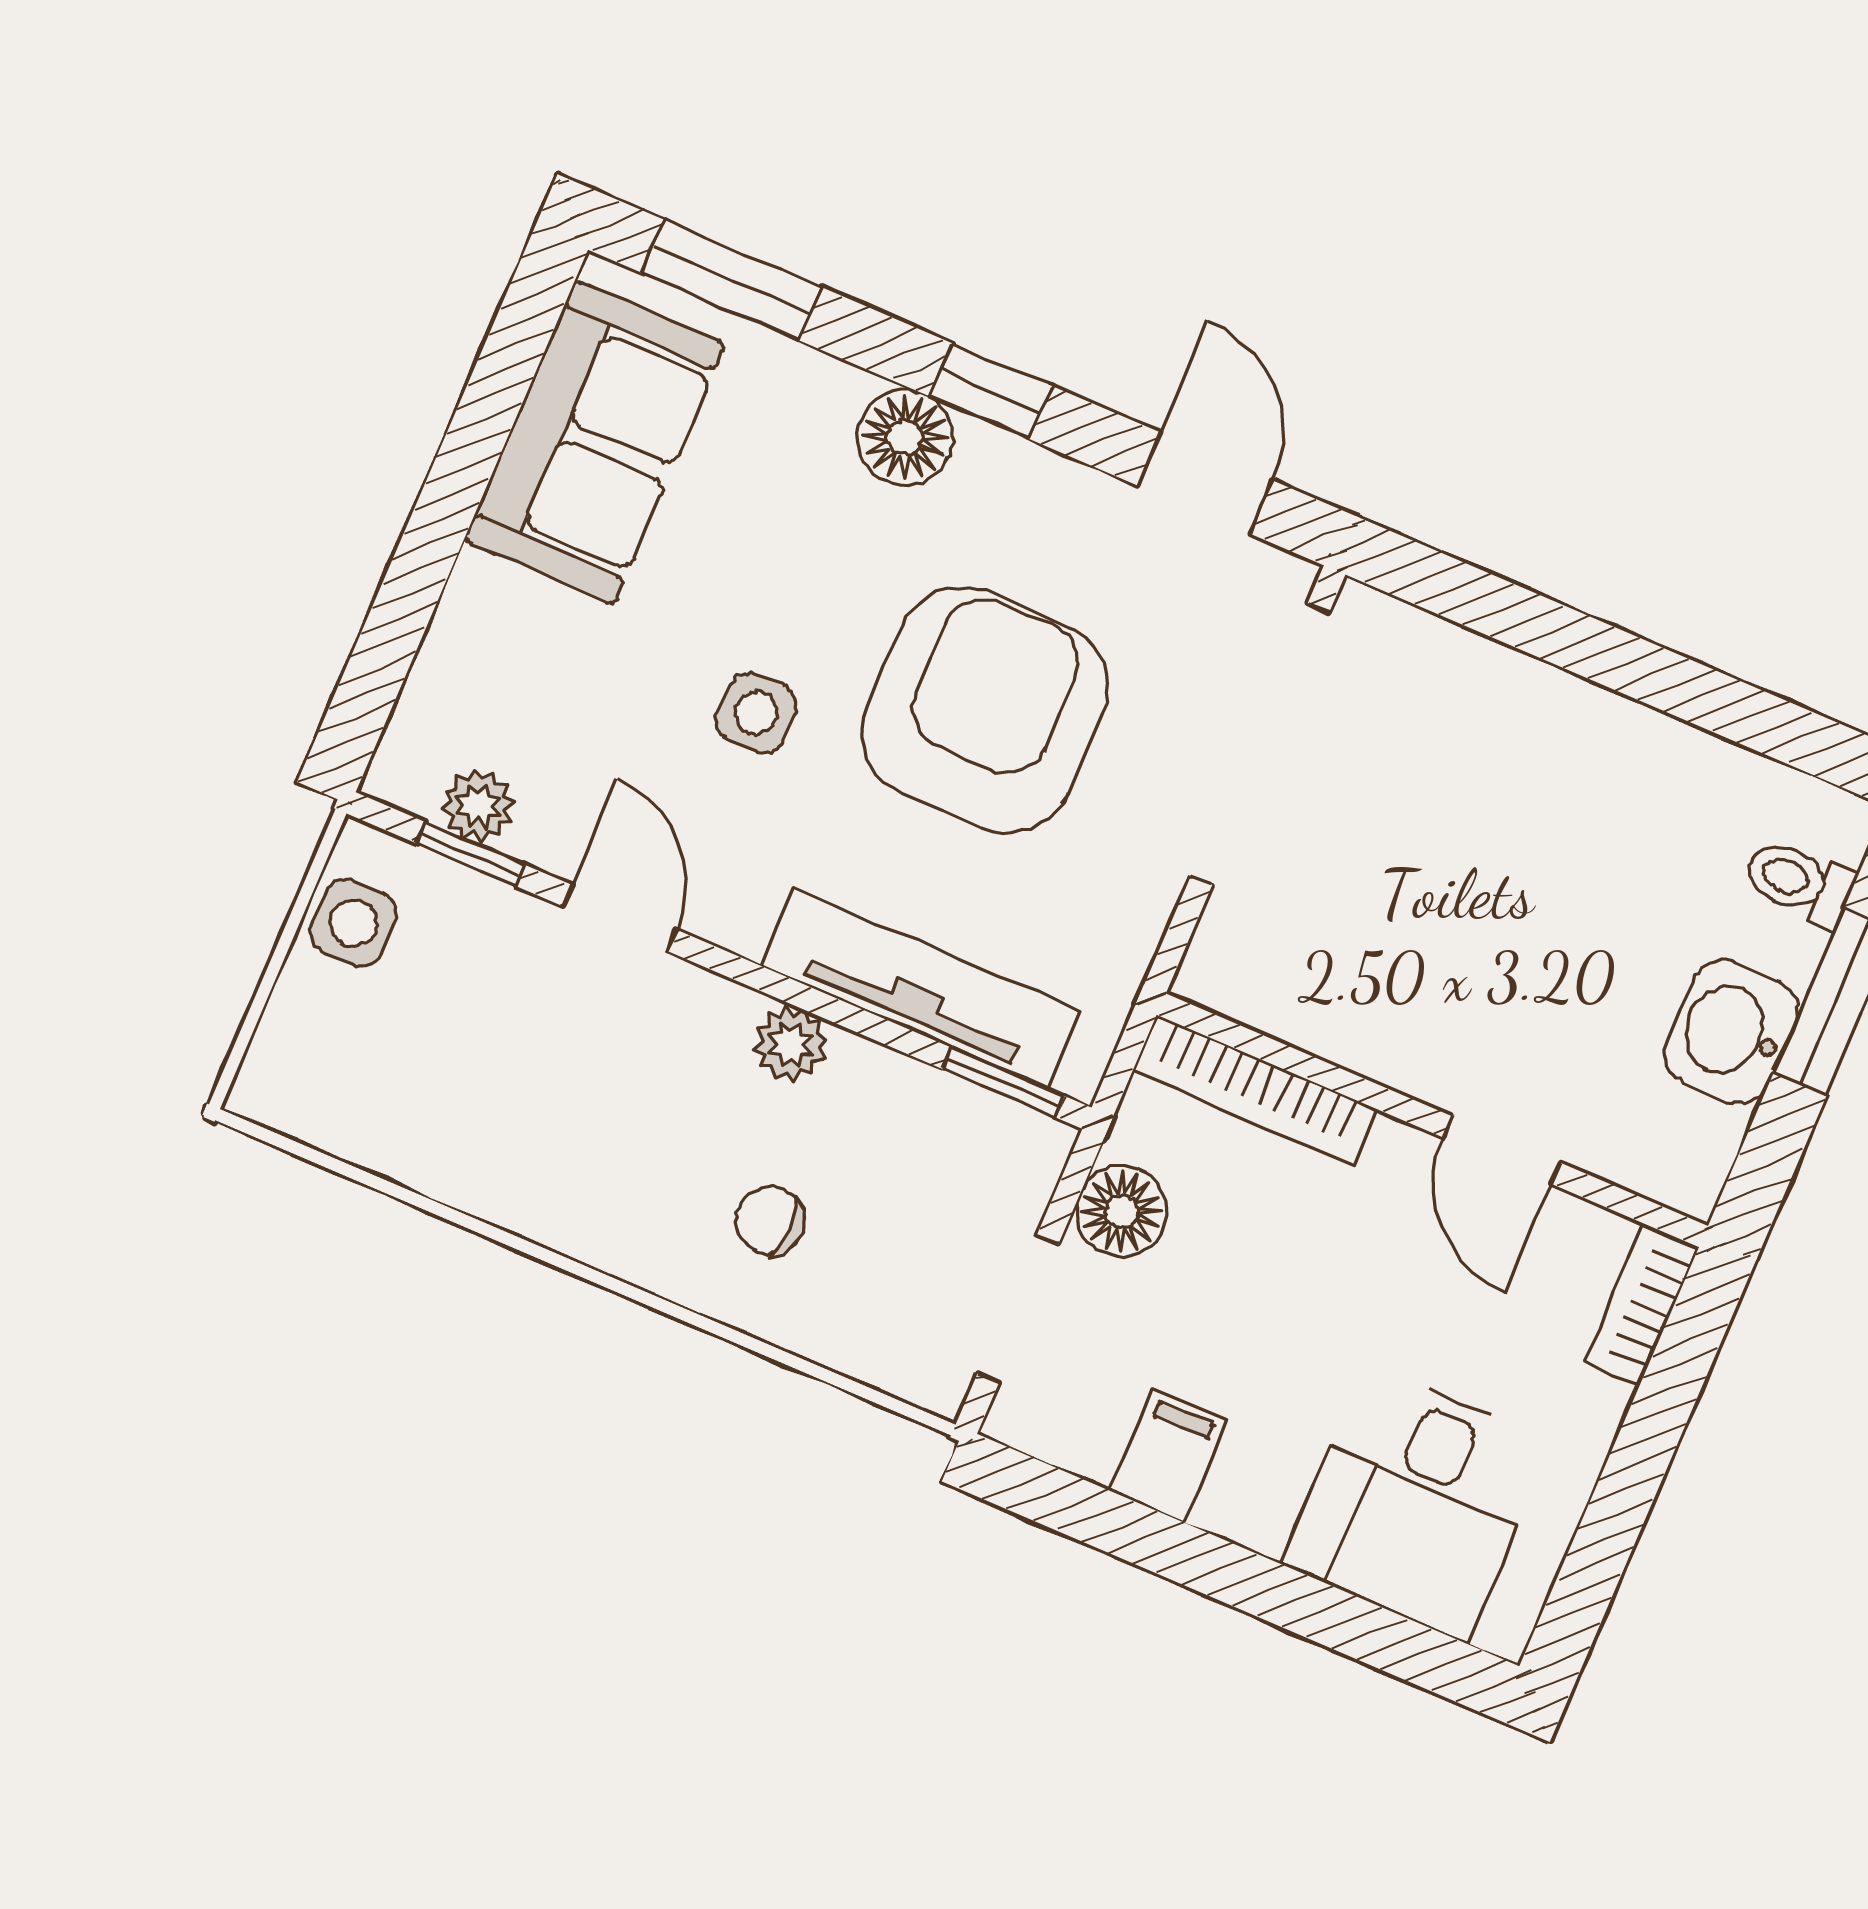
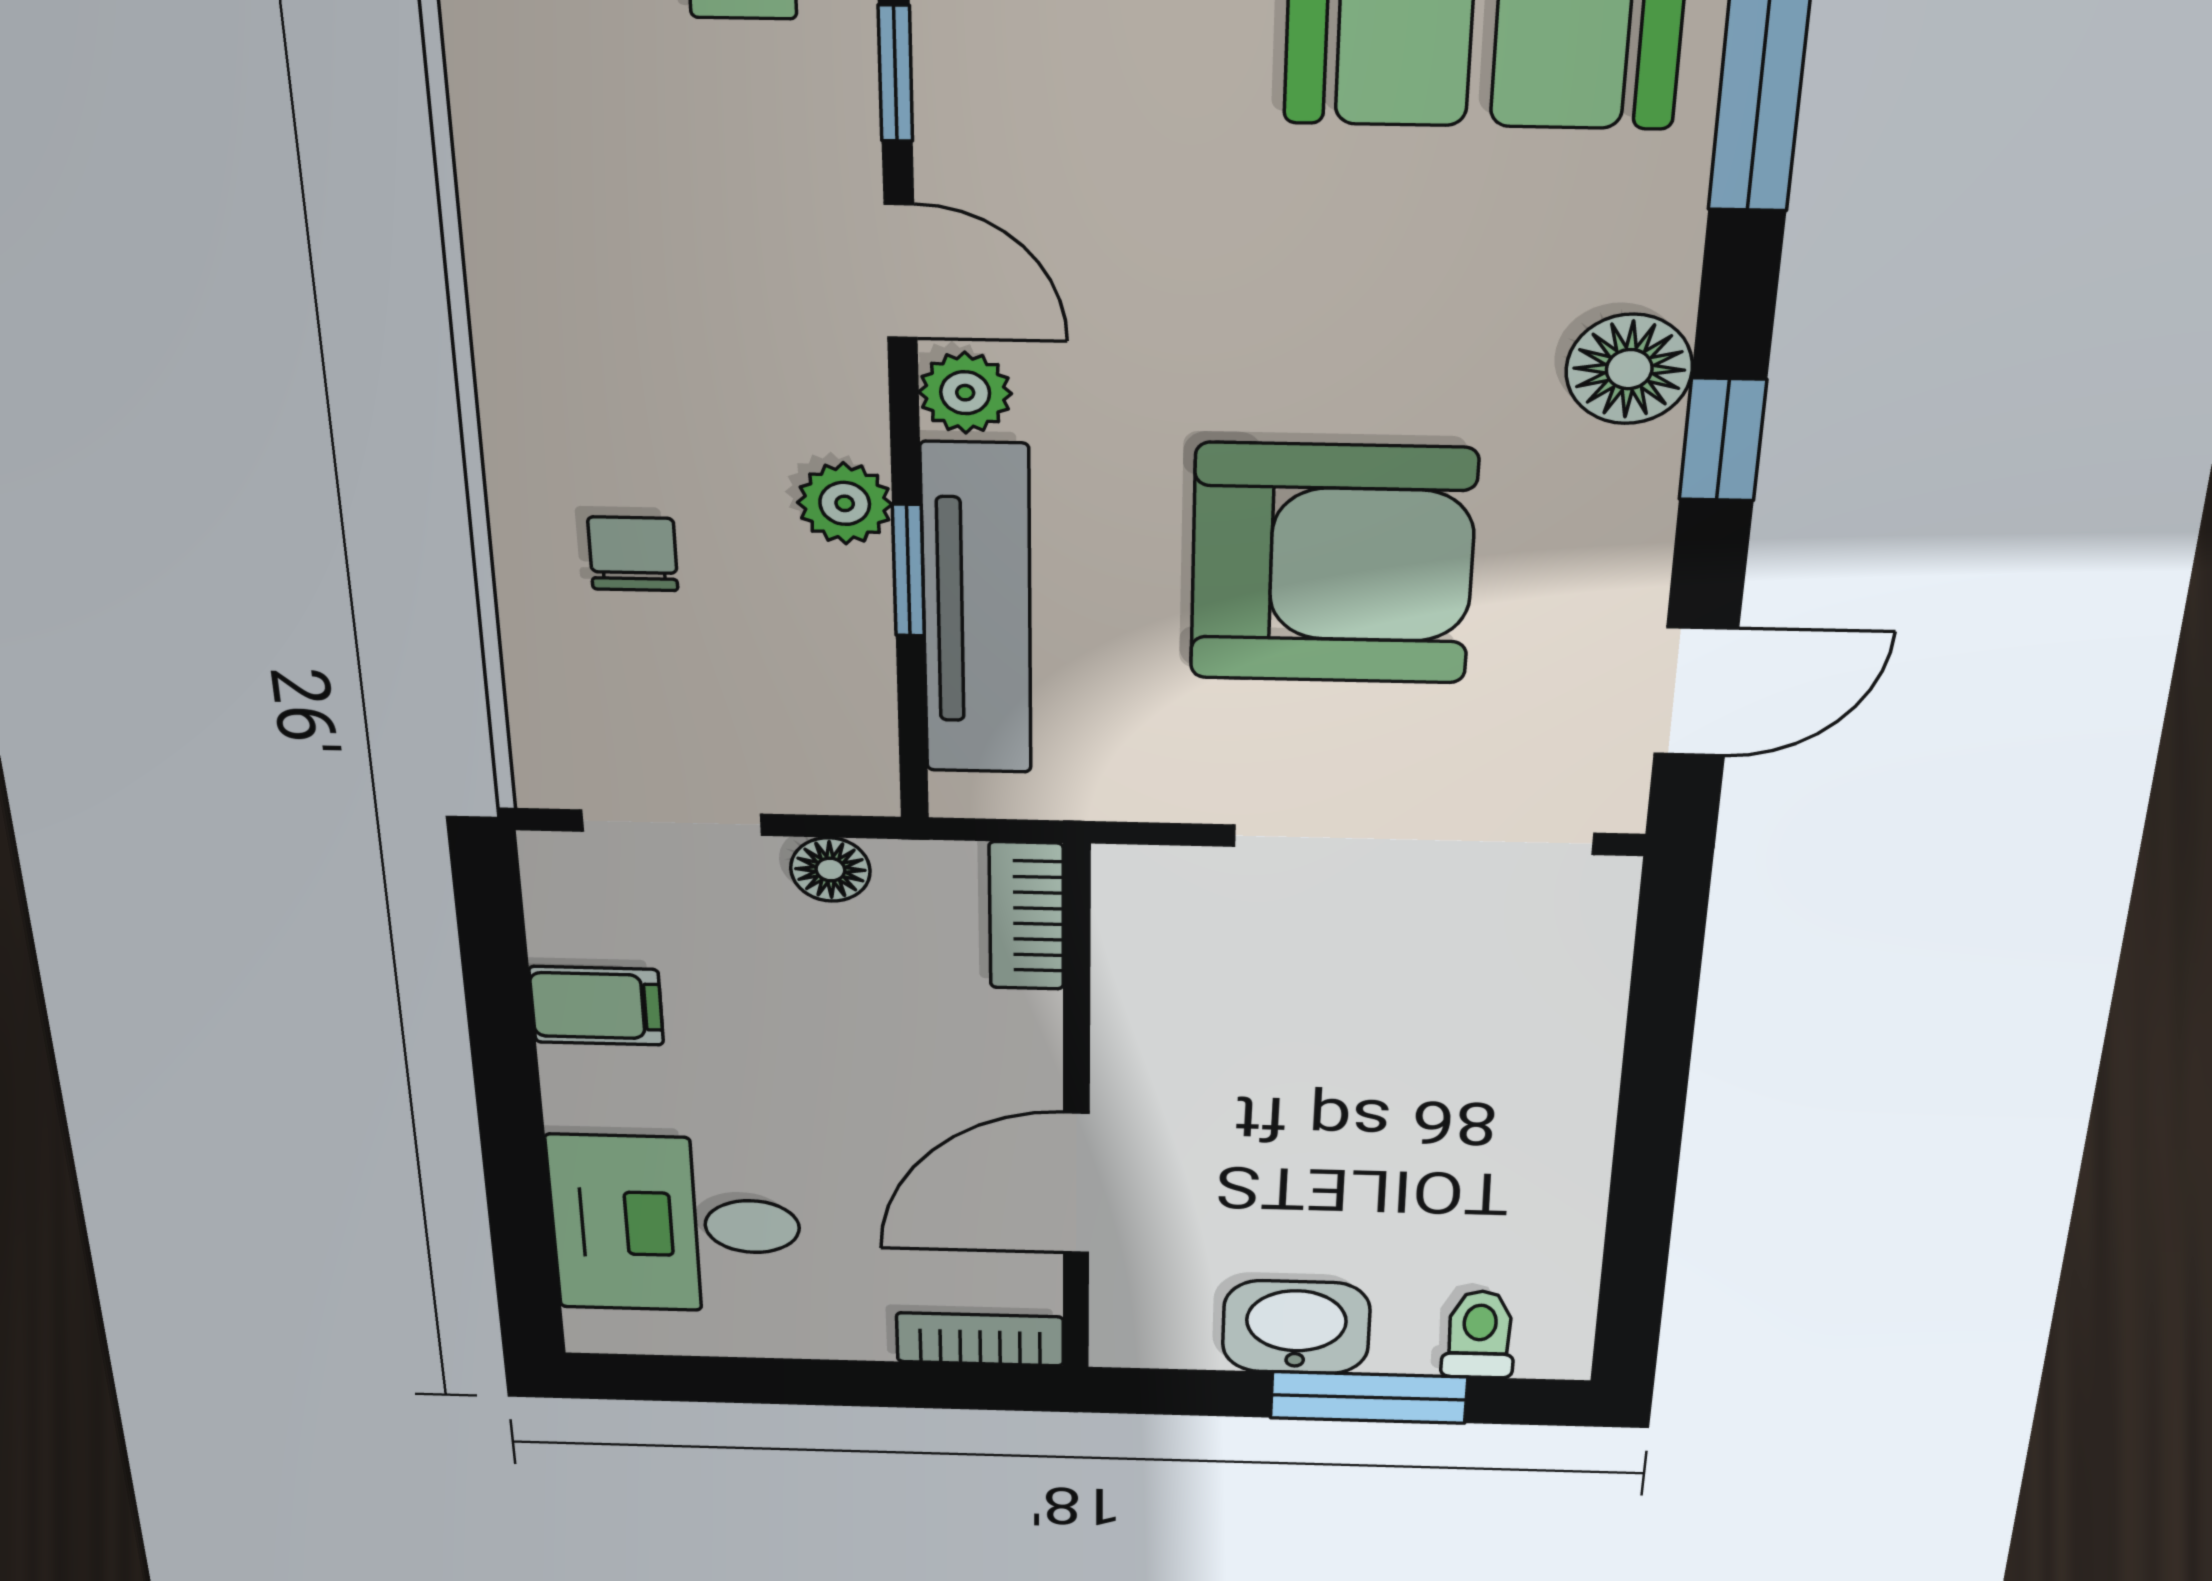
side table: (756, 713) -> (1220, 329), removed
plant: (478, 806) -> (965, 393), moved
door: (620, 918) -> (901, 271), hinge flipped
window: (1004, 1083) -> (908, 571), moved
bookcase: (1255, 1090) -> (1026, 916), width x0.64
door: (1502, 1150) -> (1076, 1184), width x1.38
floor lamp: (1122, 1211) -> (830, 870), width x0.73, depth x0.73

